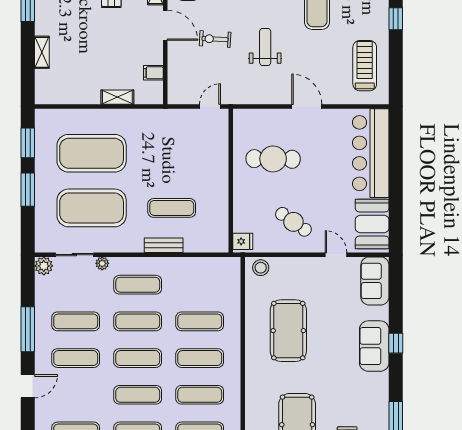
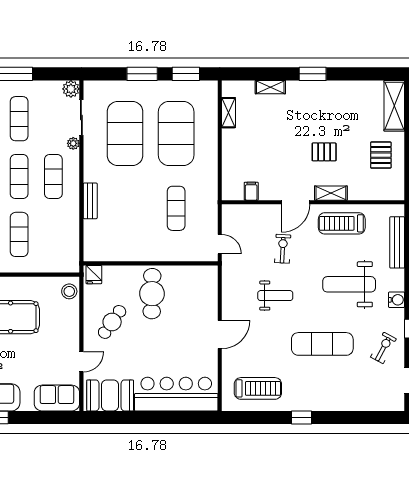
shelving: (117, 97) -> (228, 113), moved
cafe table: (273, 159) -> (152, 294), moved
exercise mat: (172, 208) -> (176, 208), moved

